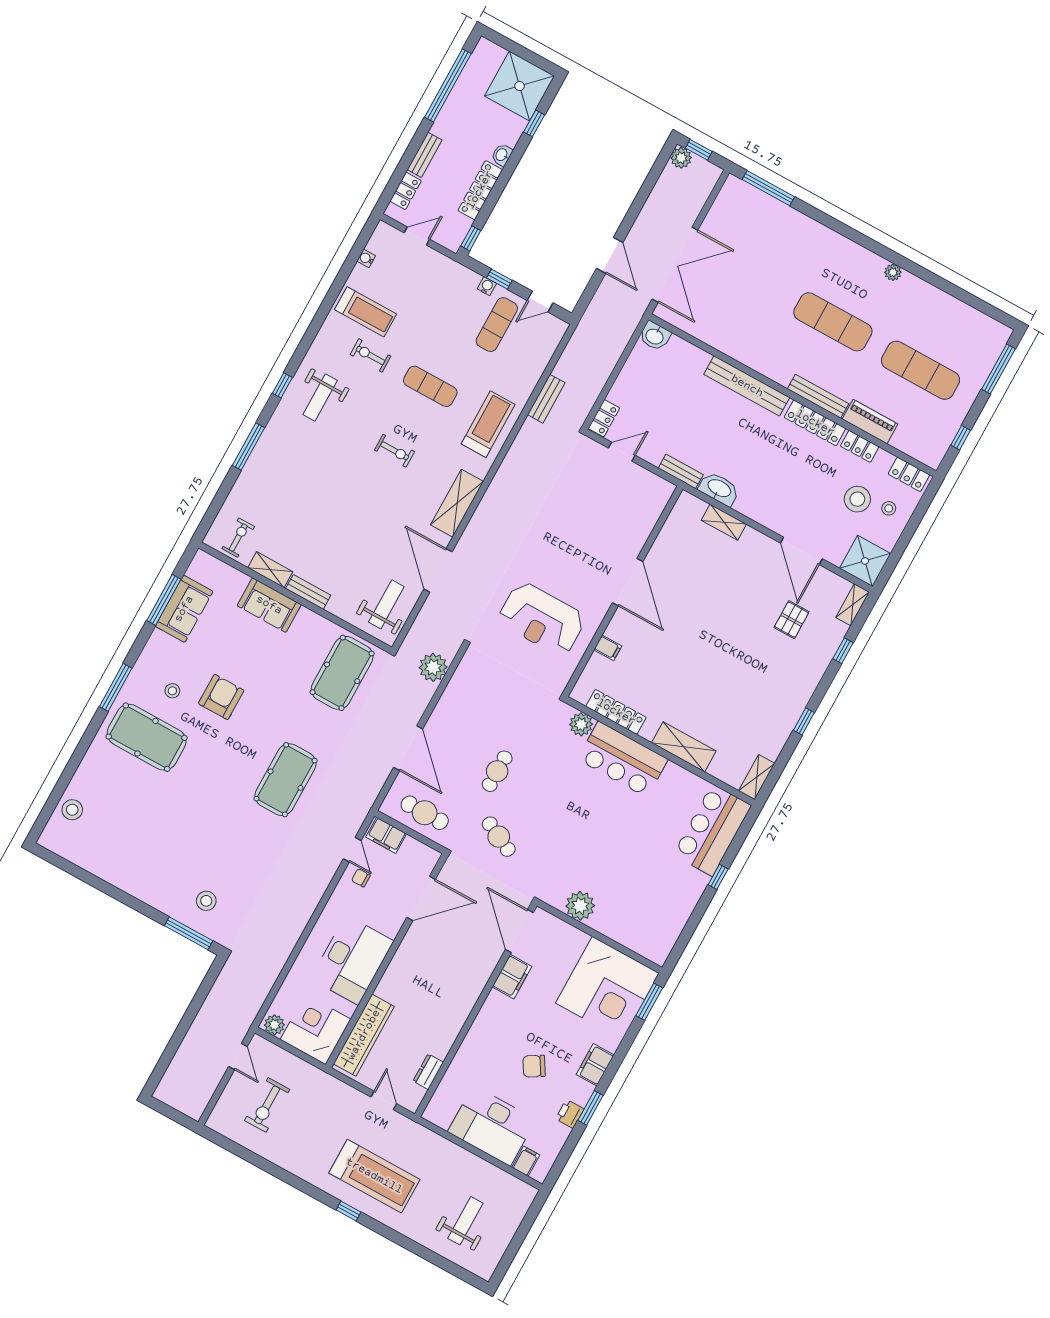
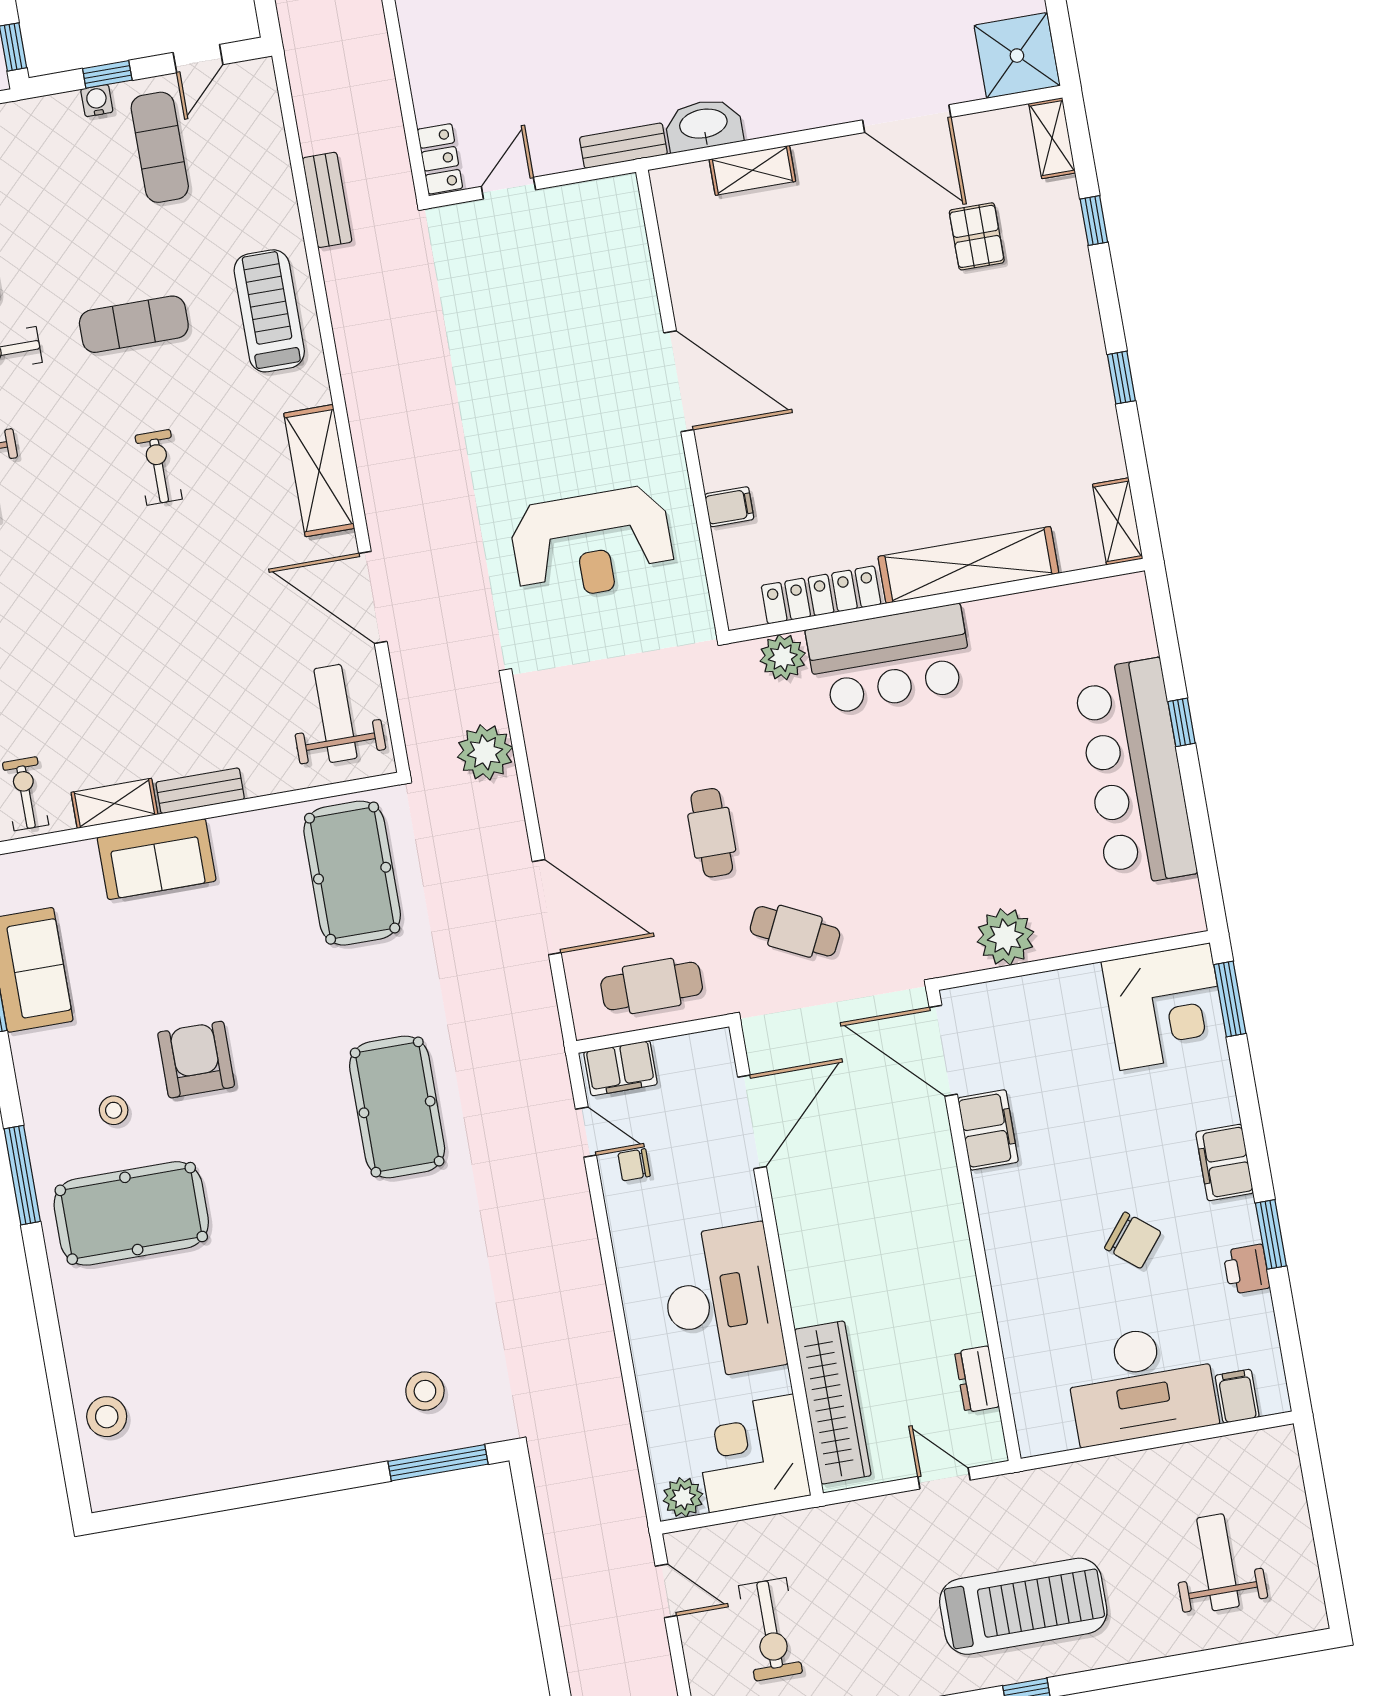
exercise bike: (395, 451) -> (159, 467), turned -90
shelving: (684, 747) -> (968, 565), width x1.47
bar counter: (712, 830) -> (1135, 773), moved, width x1.36
corner desk: (607, 988) -> (1165, 1007), width x0.74, depth x0.74
chair: (534, 1066) -> (1133, 1240), turned -110

